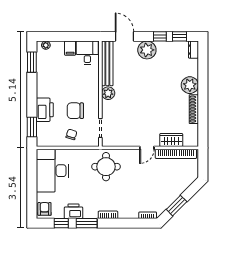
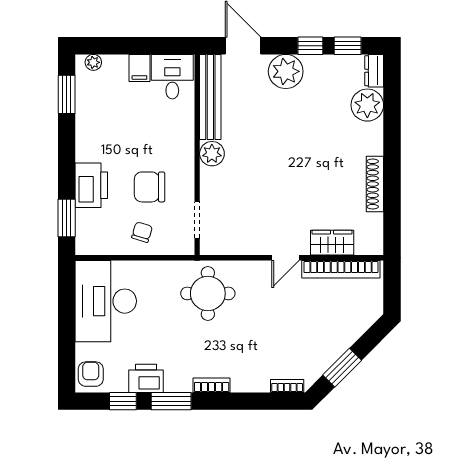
plant: (190, 85) -> (367, 105), moved

